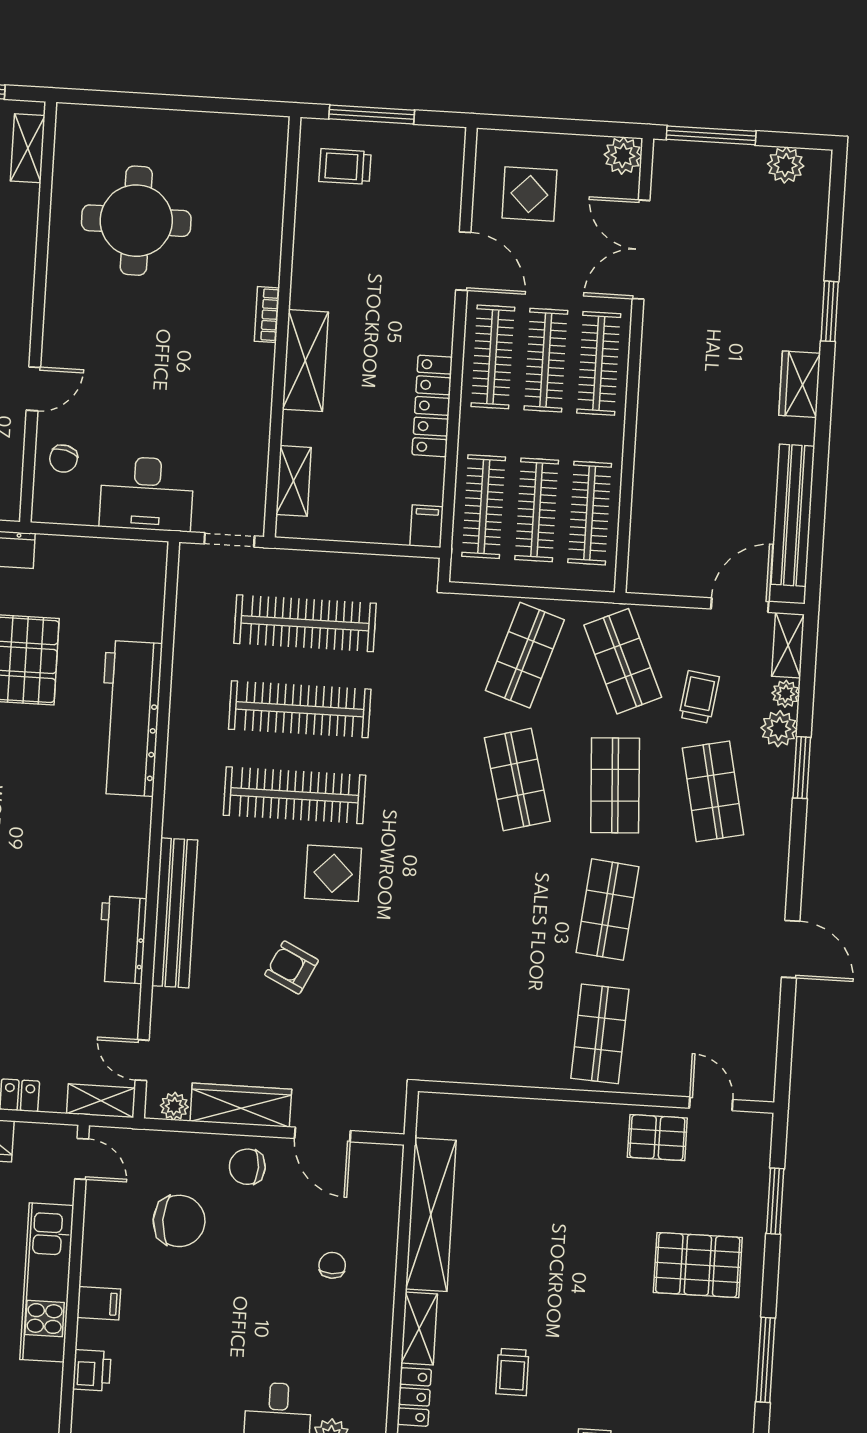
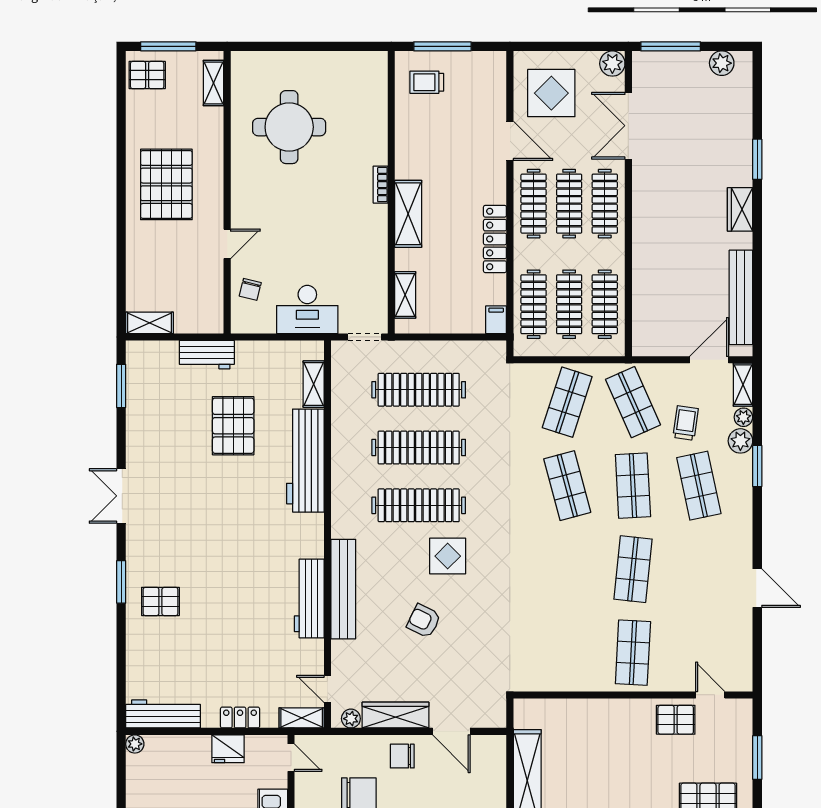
display table: (529, 194) -> (551, 93), width x1.36, depth x1.36
shelving: (149, 605) -> (314, 384), added
workbench: (122, 940) -> (309, 599), width x1.37

